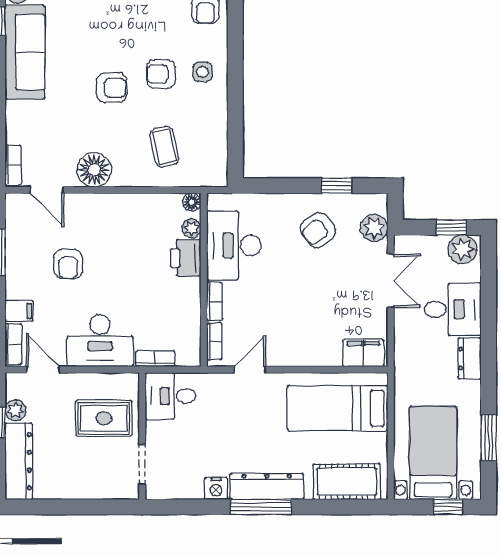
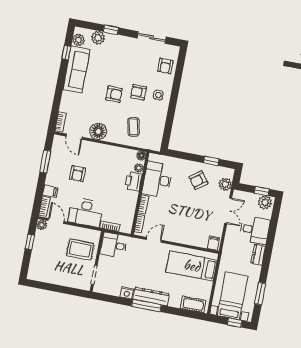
filing cabinet: (363, 353) -> (213, 243), width x0.50
plant: (15, 410) -> (42, 225), moved
dresser: (19, 461) -> (36, 262), removed
cot: (347, 482) -> (193, 304), width x0.73, depth x0.75

